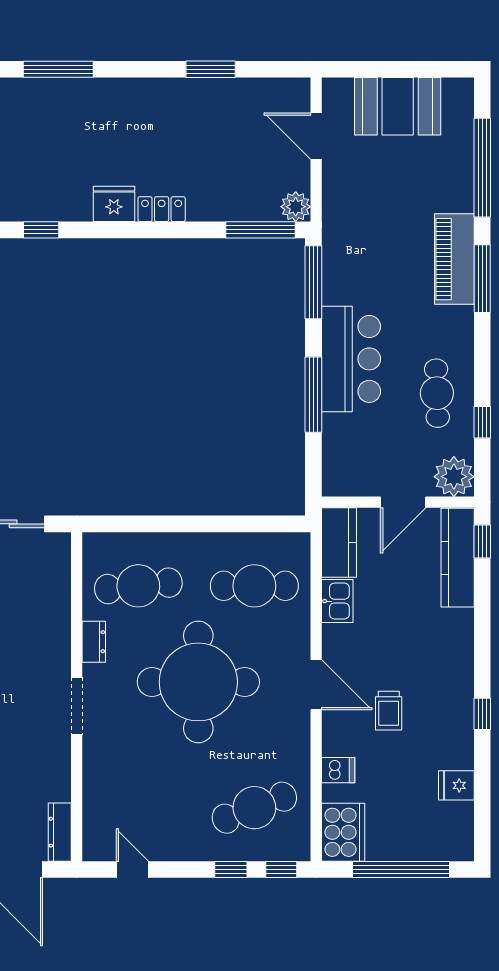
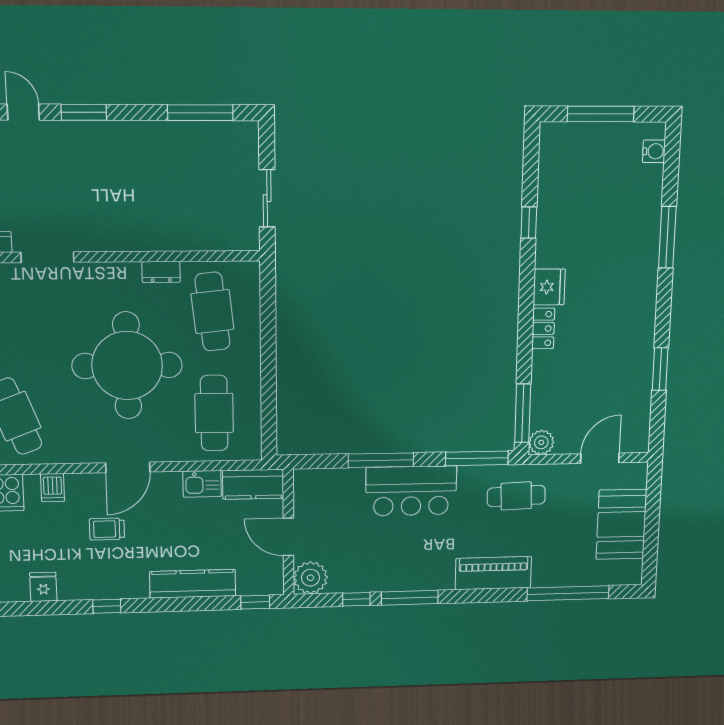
window: (482, 279) -> (410, 598), moved
cafe table: (437, 393) -> (516, 496), moved
kitchen counter: (458, 558) -> (193, 584), moved
doorway: (77, 706) -> (47, 257), moved

